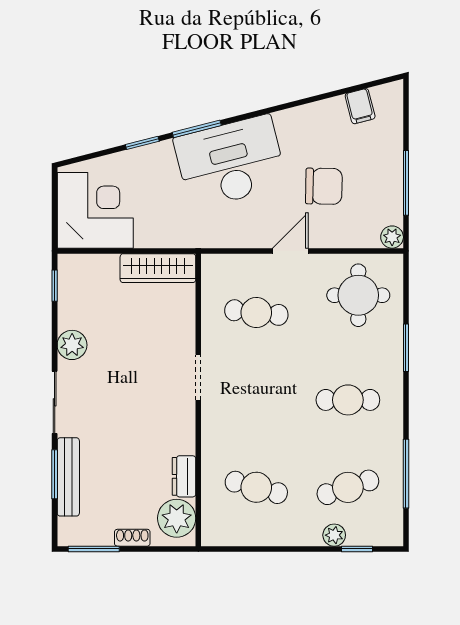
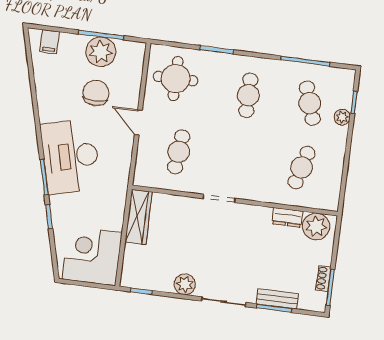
filing cabinet: (360, 106) -> (50, 42), moved, turned 104
plant: (392, 237) -> (101, 52), moved, width x1.88, depth x1.88
bench: (68, 477) -> (277, 299), width x0.73
shoe rack: (132, 538) -> (323, 278), moved

